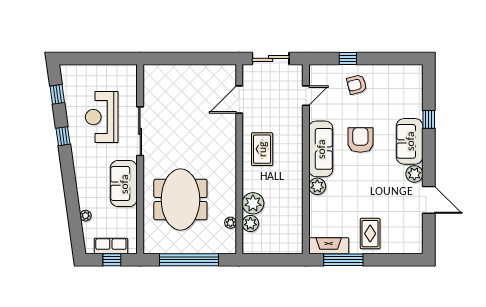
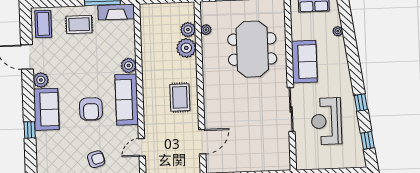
reception desk: (102, 117) -> (326, 121), turned 180
rug: (370, 234) -> (79, 24), turned 90
coffee table: (409, 235) -> (43, 24), added

